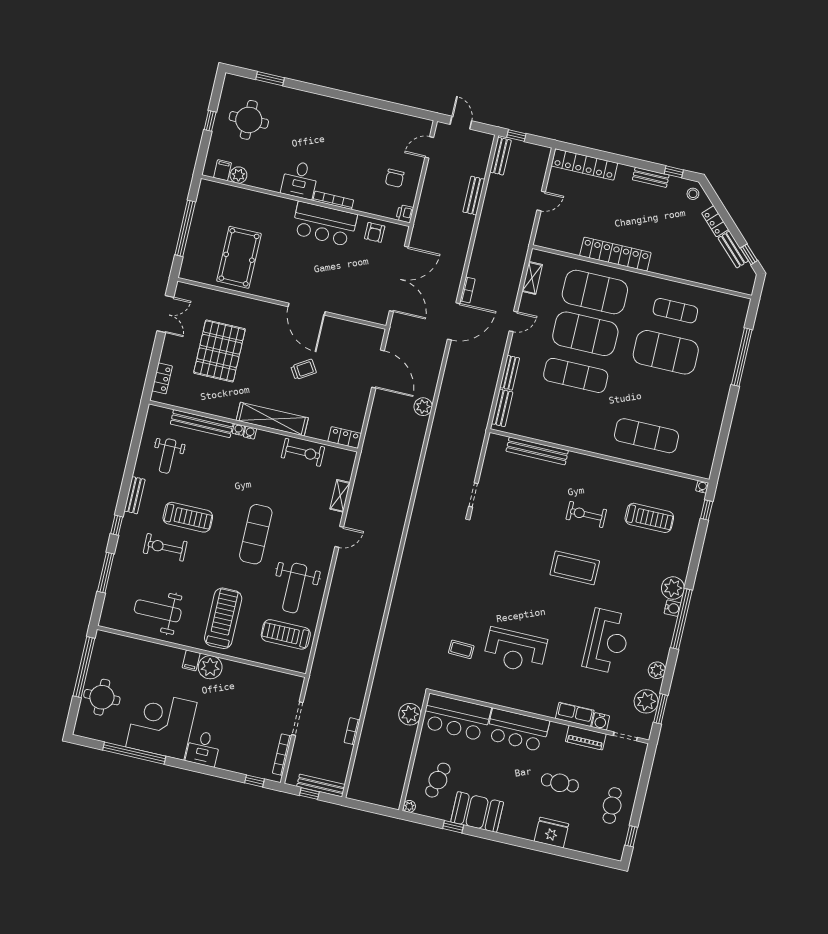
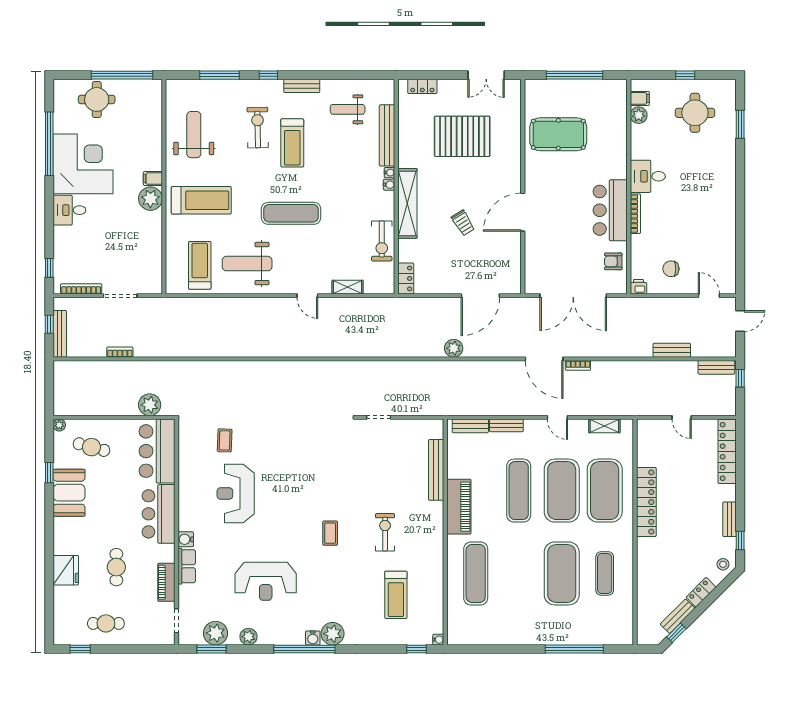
piano: (578, 437) -> (459, 507), added
coffee table: (575, 568) -> (330, 533), width x0.54, depth x0.58
water cooler: (601, 721) -> (186, 539), moved

